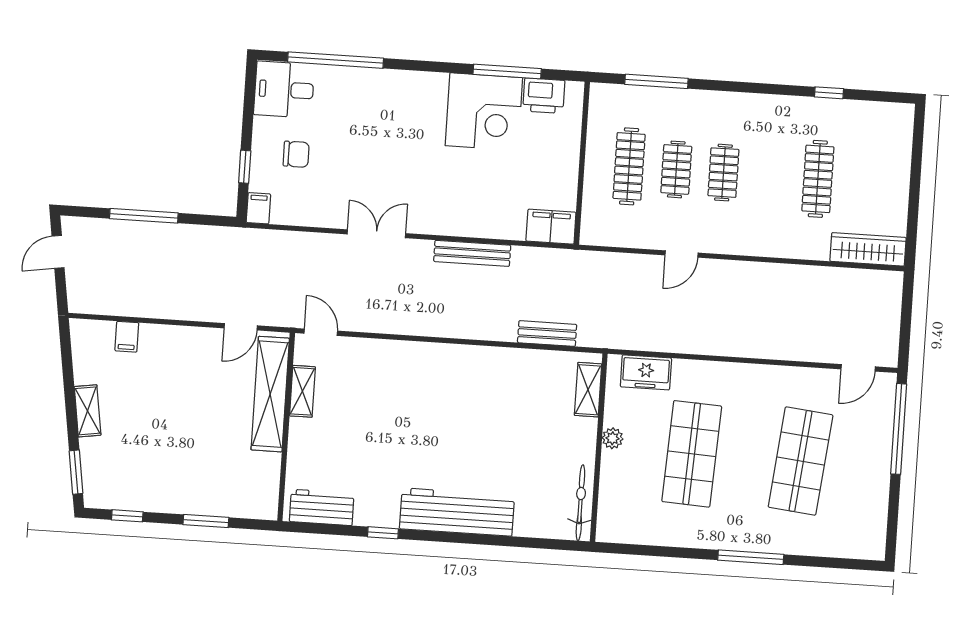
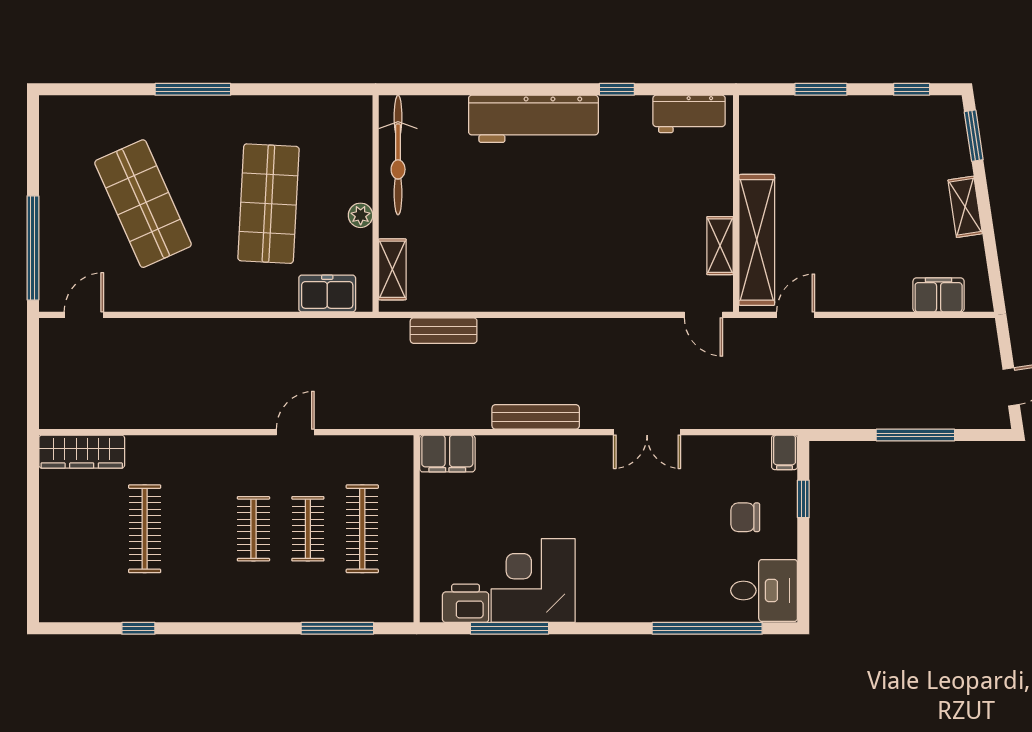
filing cabinet: (127, 337) -> (939, 295), width x2.00
shop shelf: (801, 461) -> (143, 204), turned -30
bicycle: (580, 503) -> (398, 155), width x1.37, depth x1.40

